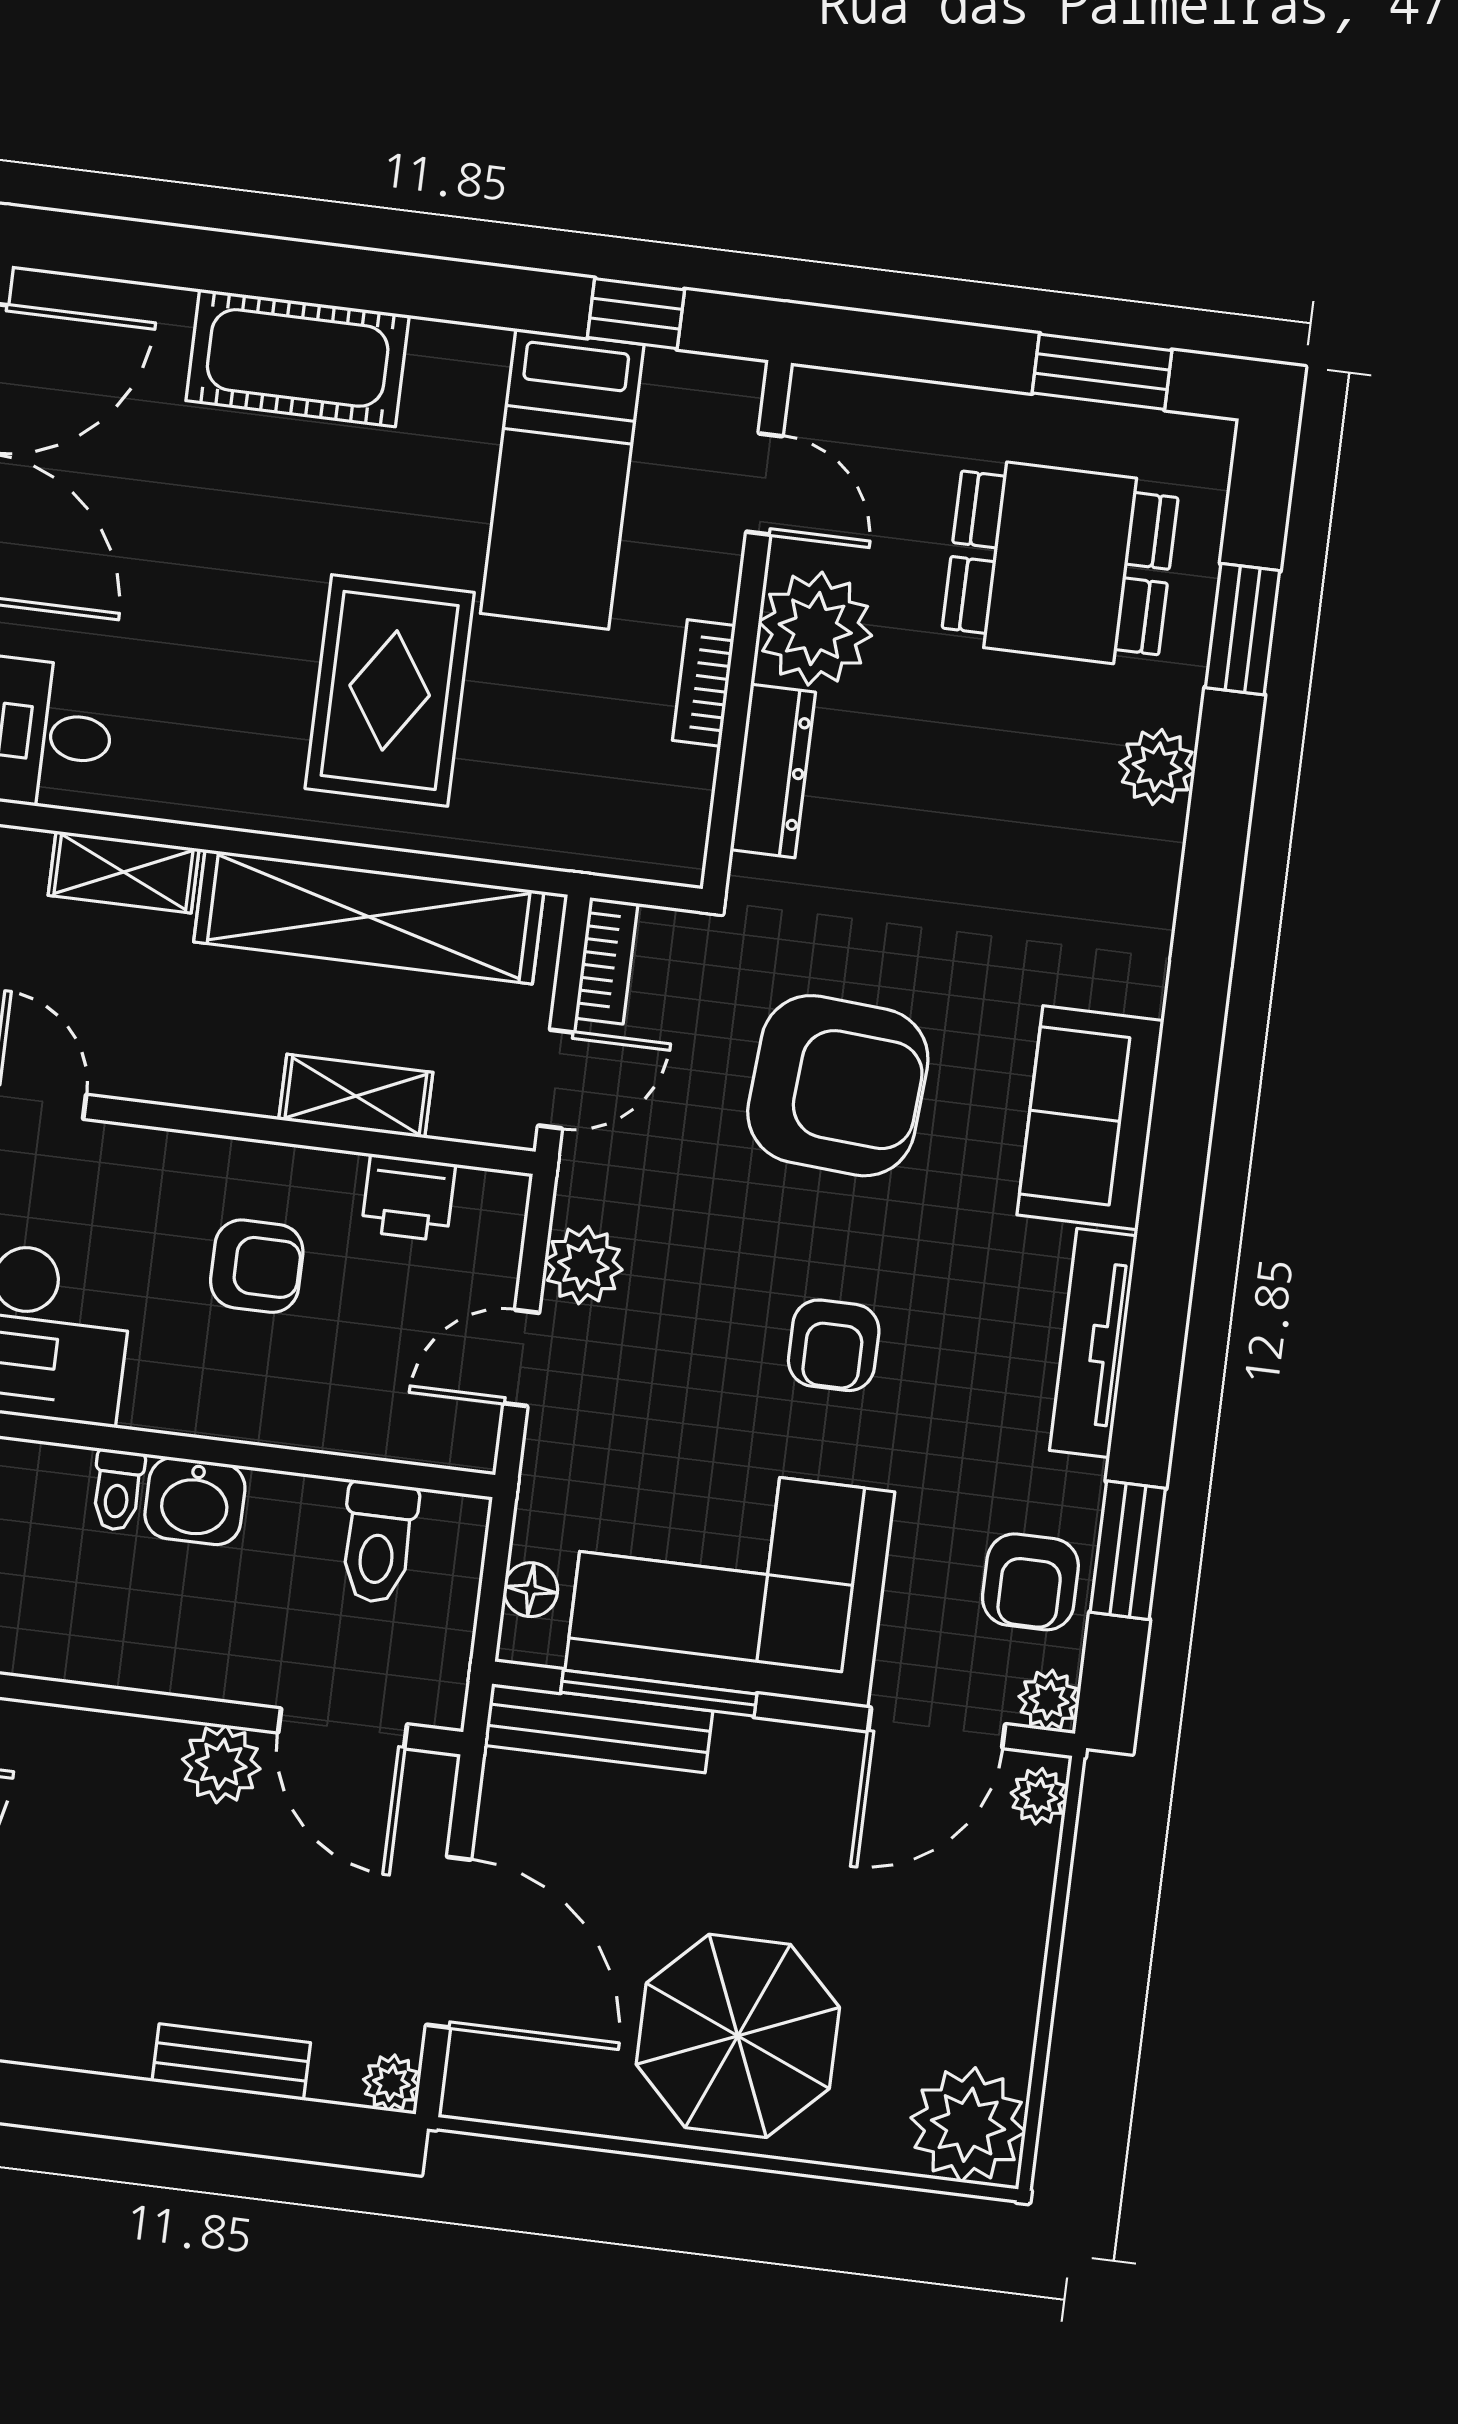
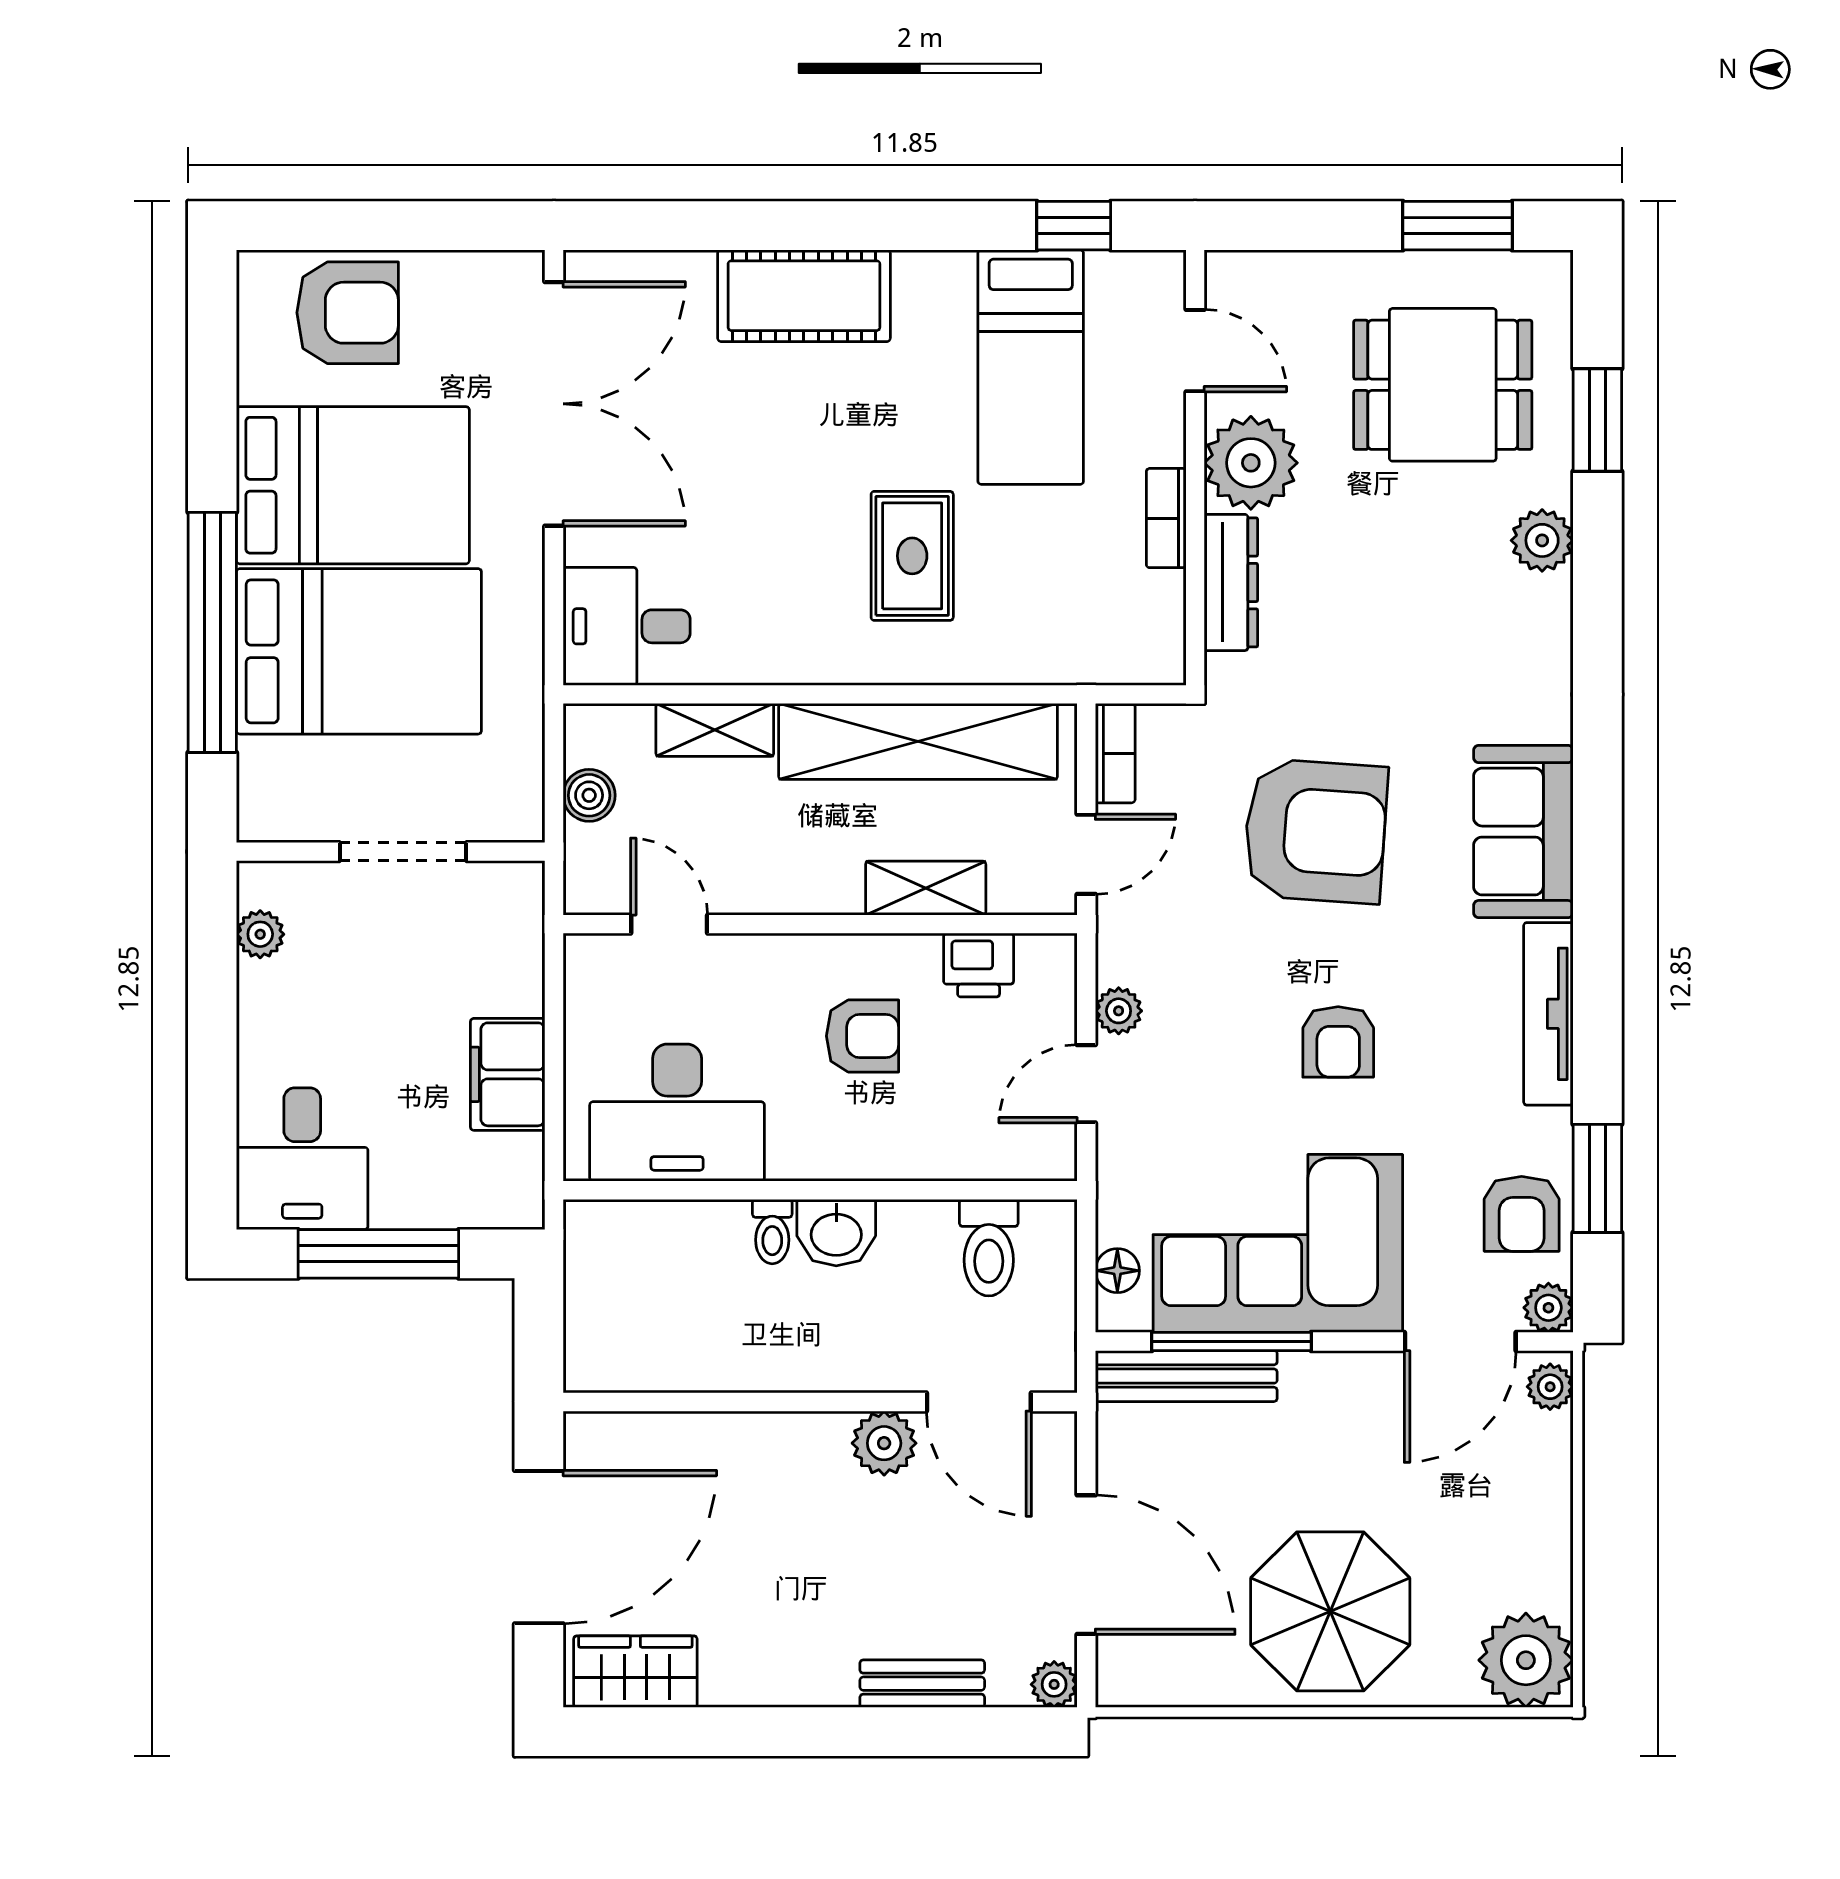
rug: (390, 690) -> (912, 556), width x0.73, depth x0.70
plant: (583, 1265) -> (1119, 1011), width x0.73, depth x0.73

